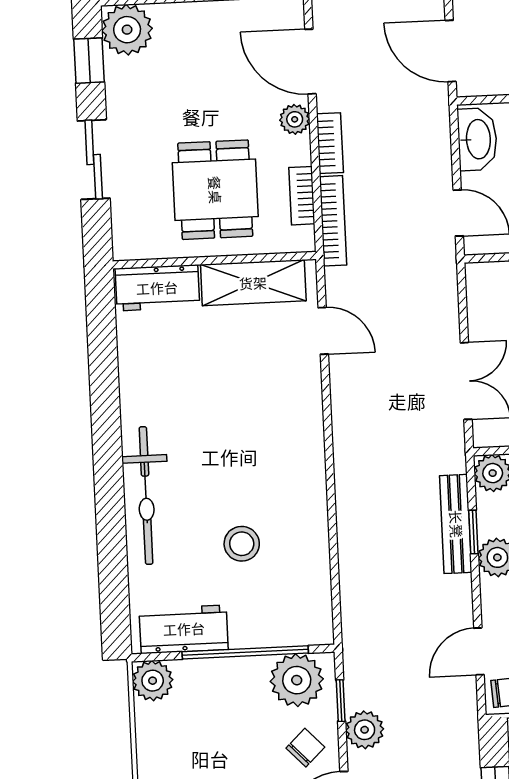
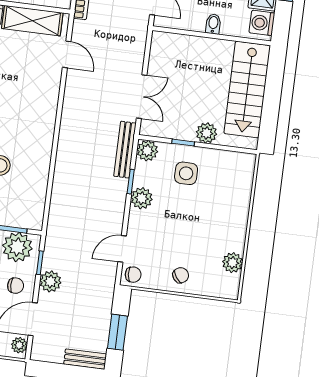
bench: (456, 524) -> (125, 150), moved
chair: (305, 748) -> (16, 286), turned 44

